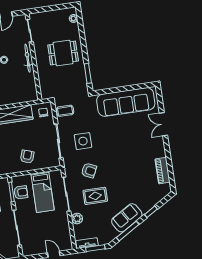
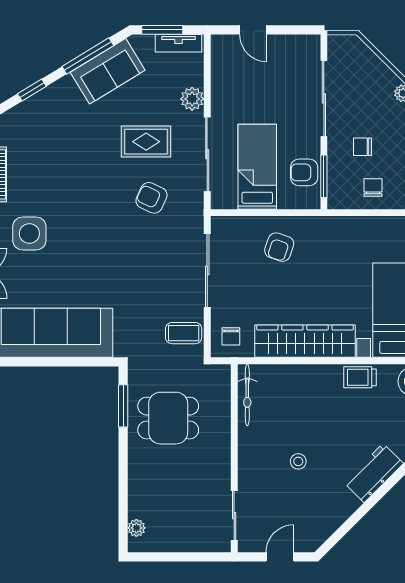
dining table: (63, 53) -> (168, 418), moved
bicycle: (28, 58) -> (247, 395), moved
side table: (83, 141) -> (29, 233), moved
sofa: (127, 218) -> (108, 71), moved

